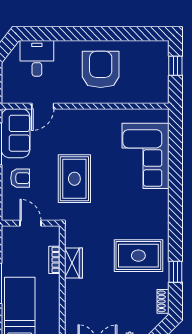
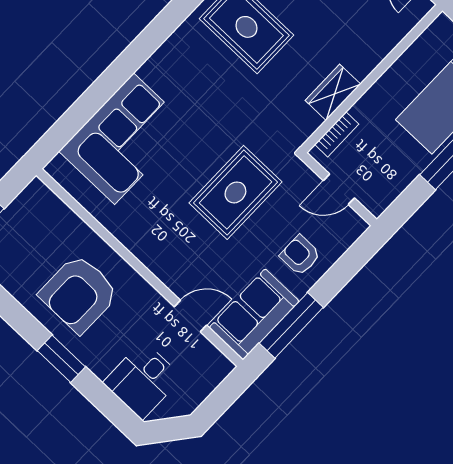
window: (81, 34) -> (61, 359), added
door: (31, 223) -> (339, 189), hinge flipped
bookcase: (54, 260) -> (337, 134), moved

